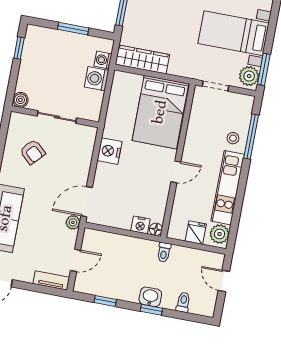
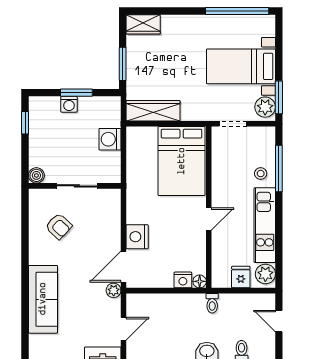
washing machine: (103, 60) -> (69, 104), moved, turned -90
nightstand: (110, 151) -> (137, 237), moved

